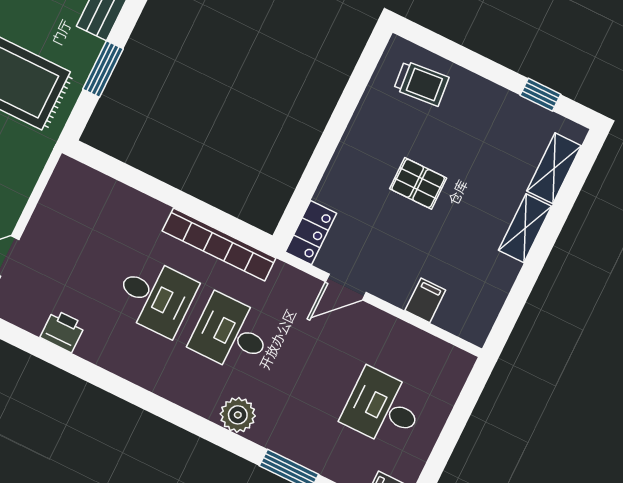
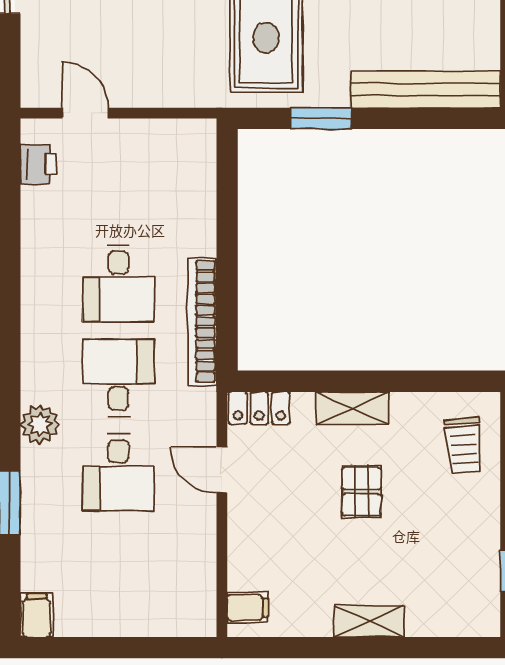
shelving: (554, 168) -> (352, 408), moved
filing cabinet: (425, 300) -> (247, 608), moved
printer: (63, 331) -> (38, 164), moved
desk: (383, 408) -> (118, 472), moved, turned 180

